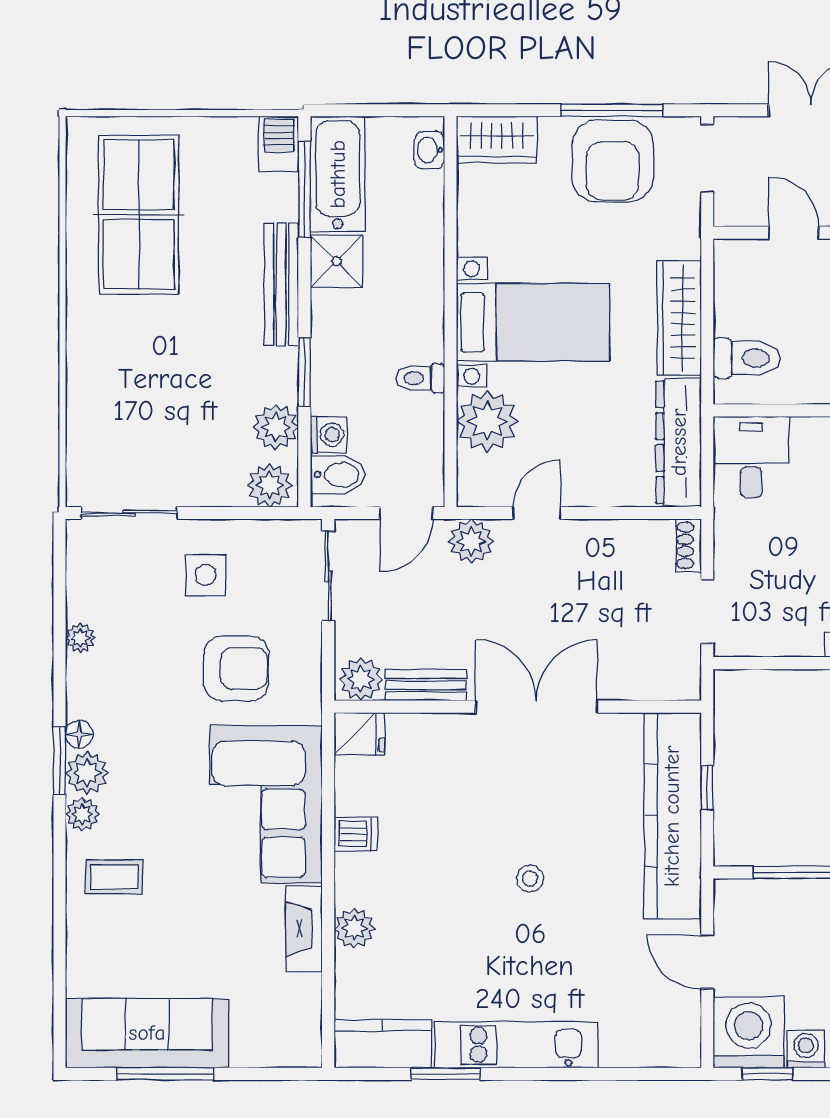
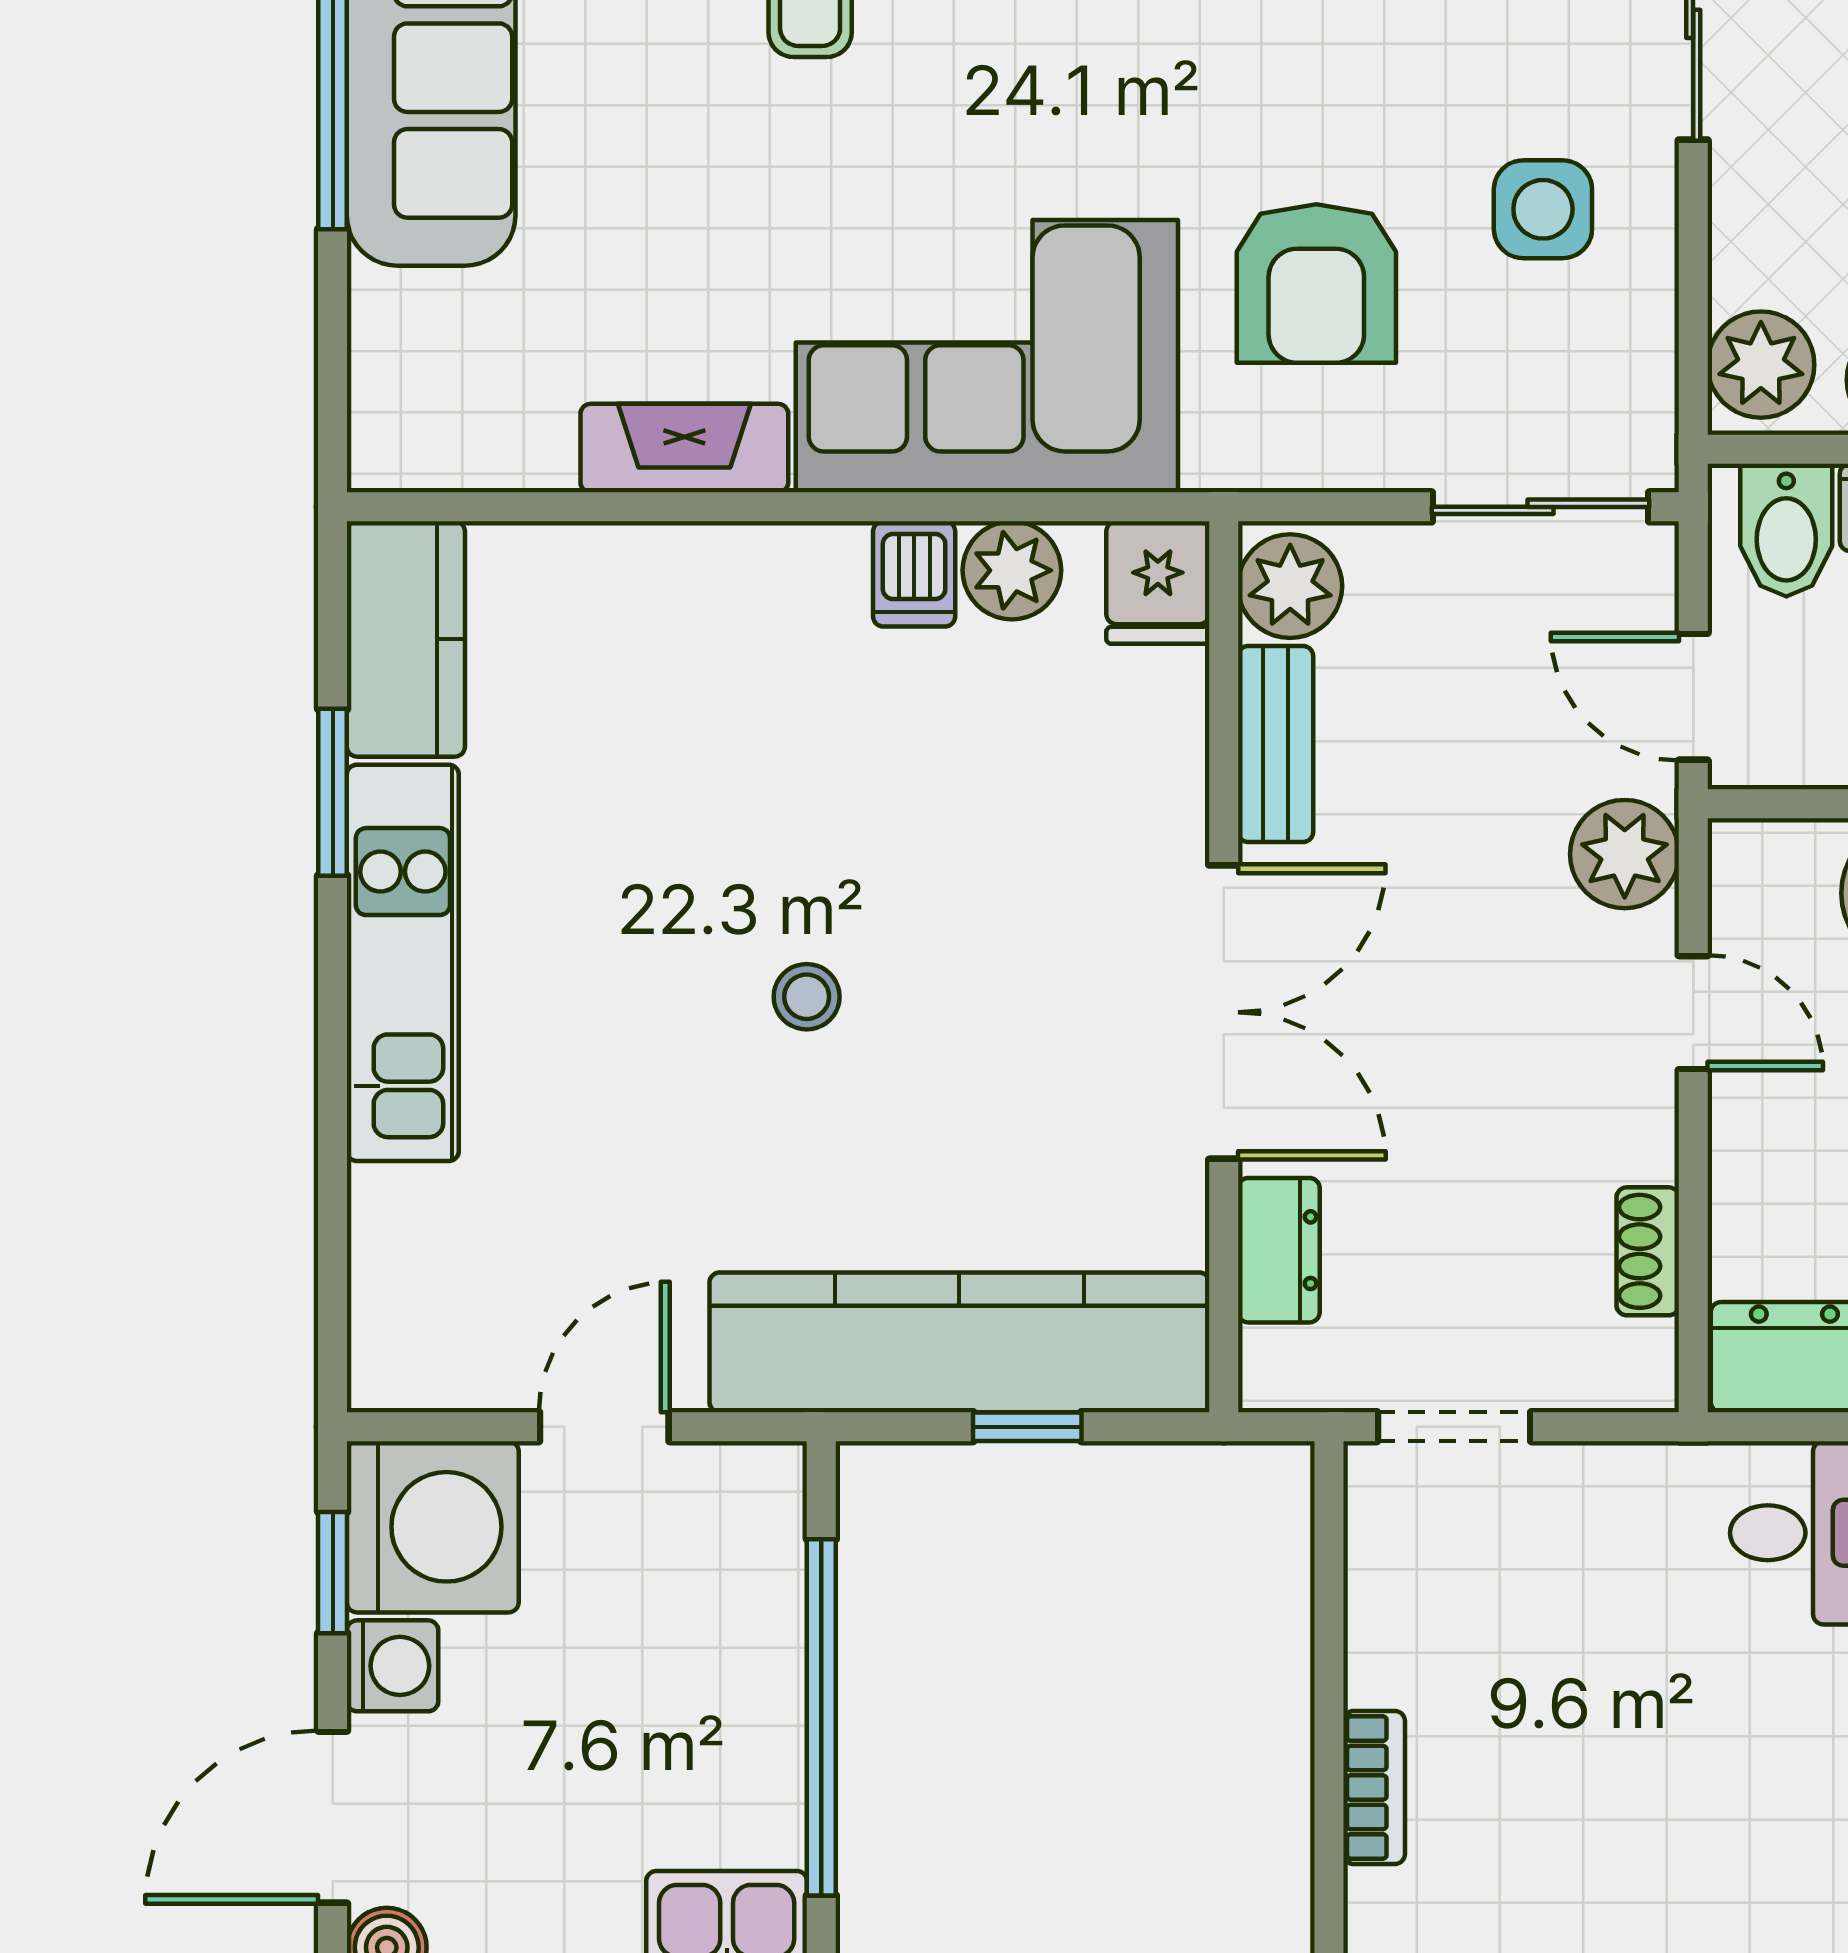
shoe rack: (688, 545) -> (1648, 1251), moved, turned -90
dresser: (635, 684) -> (1279, 1250), added
plant: (354, 928) -> (1012, 570), moved

